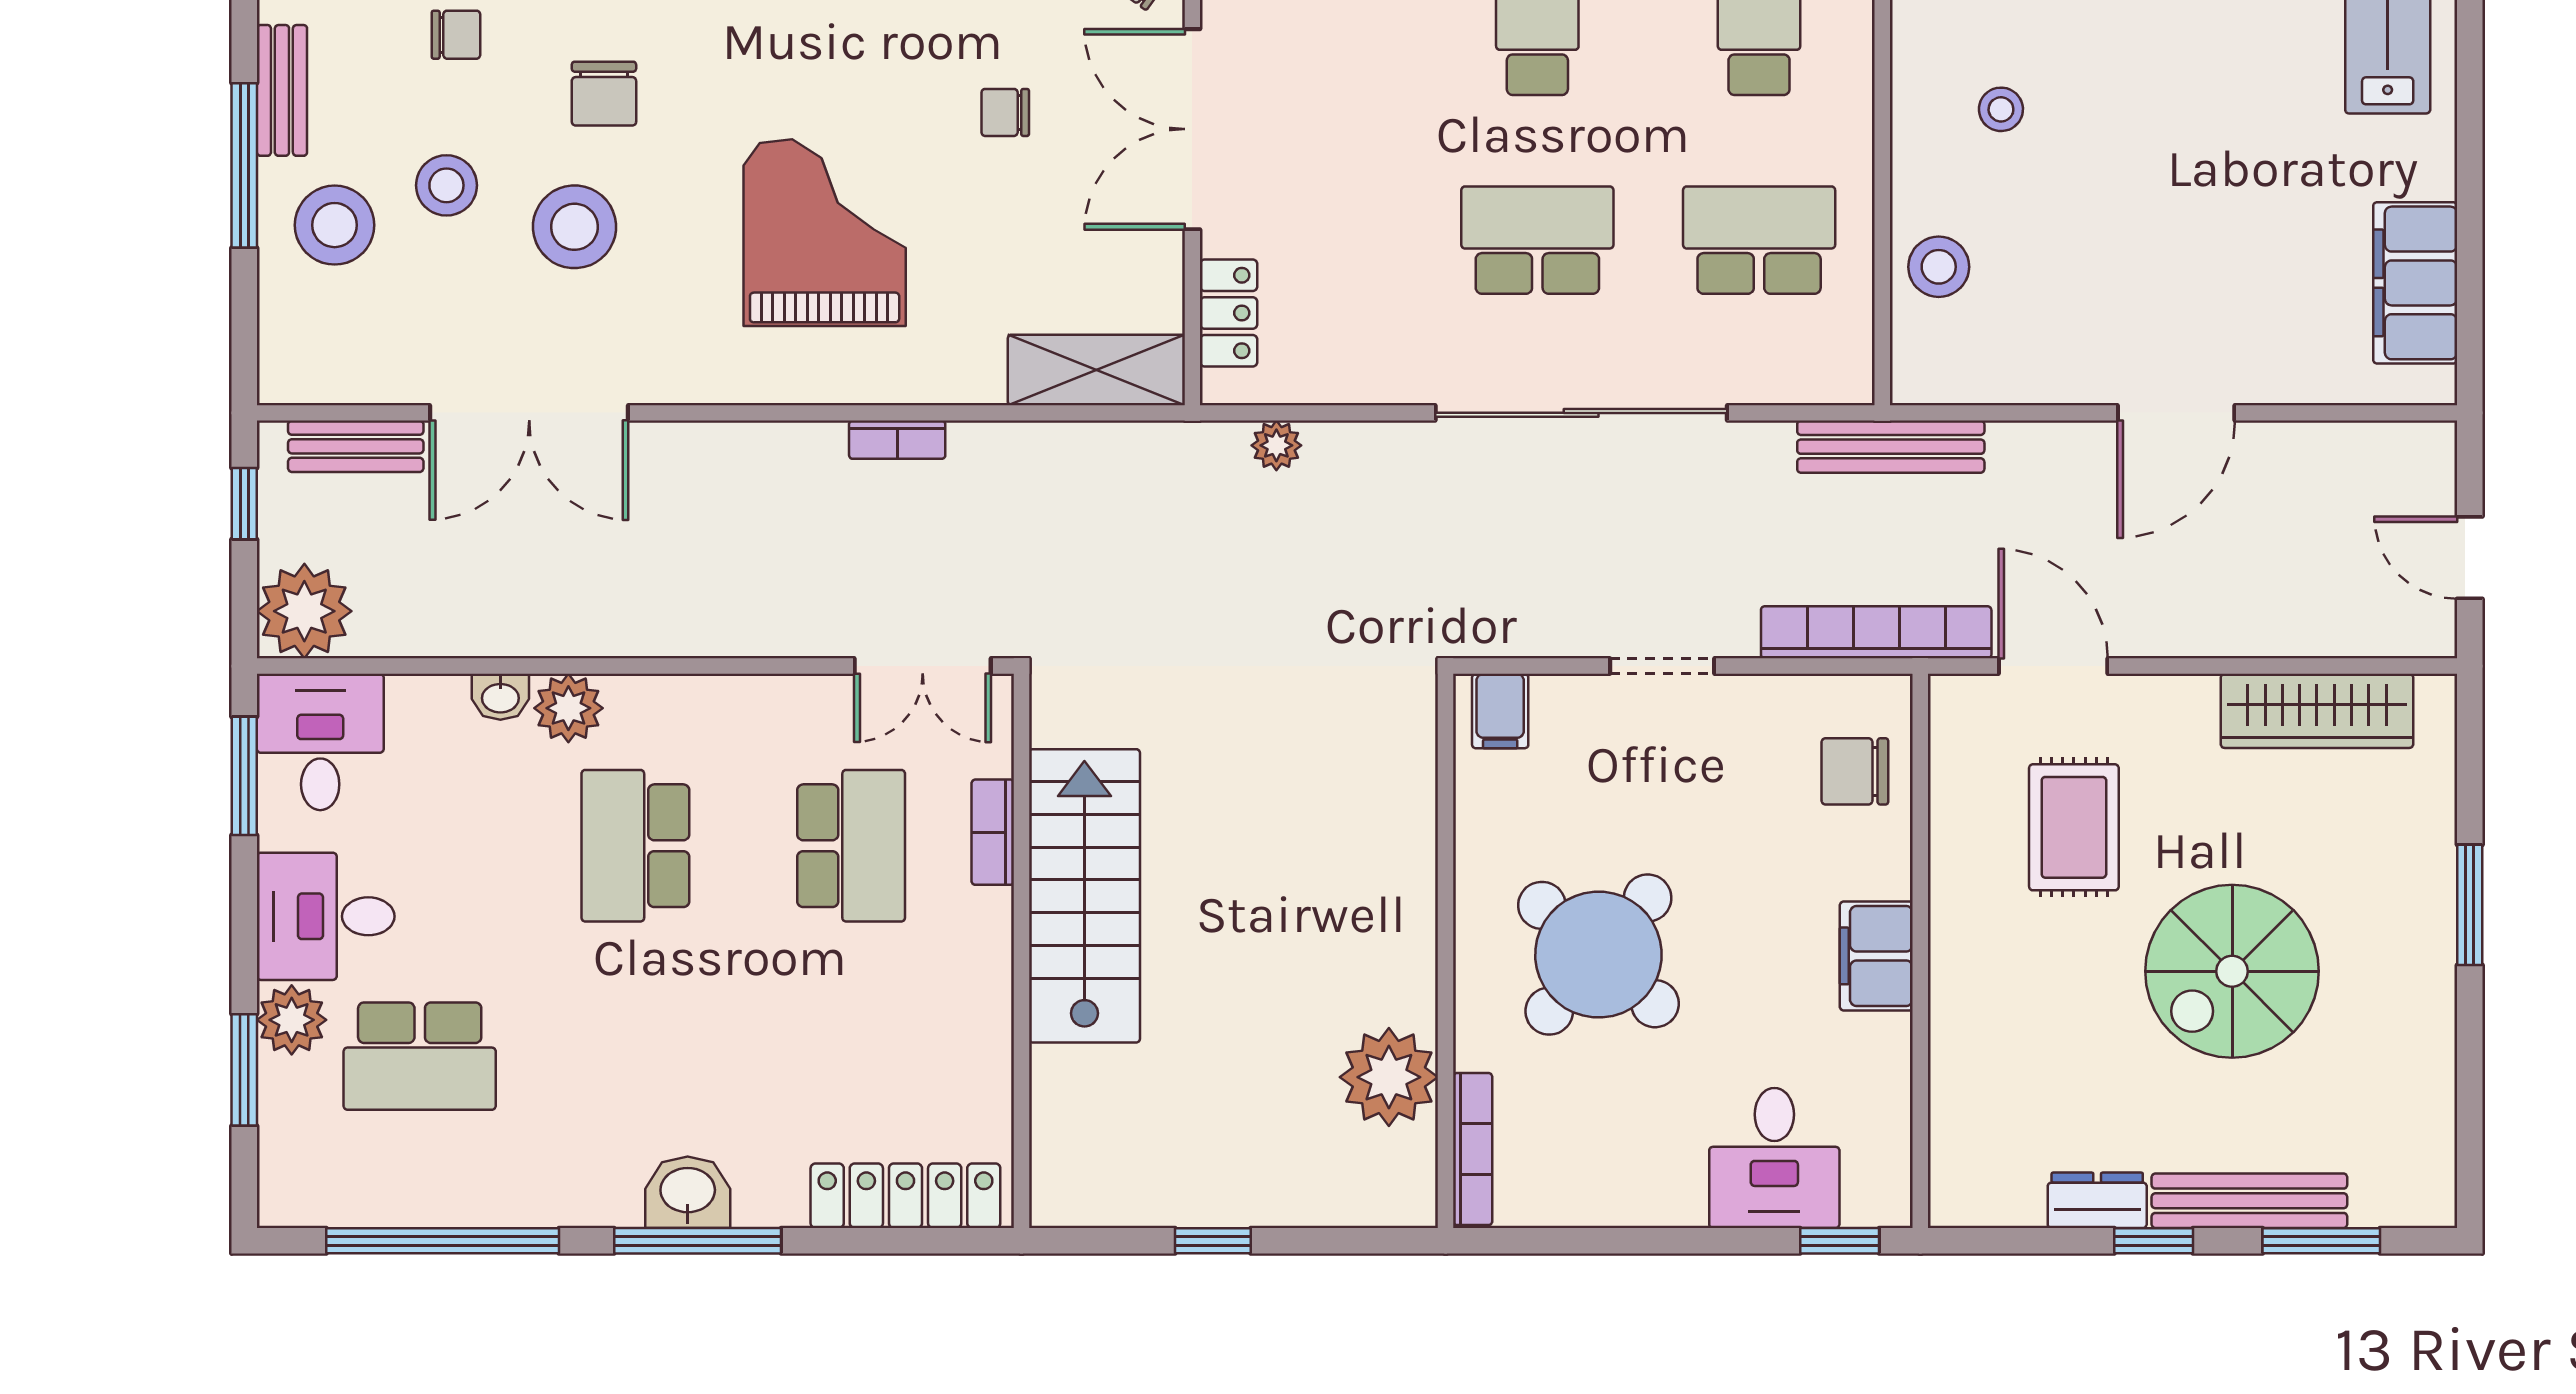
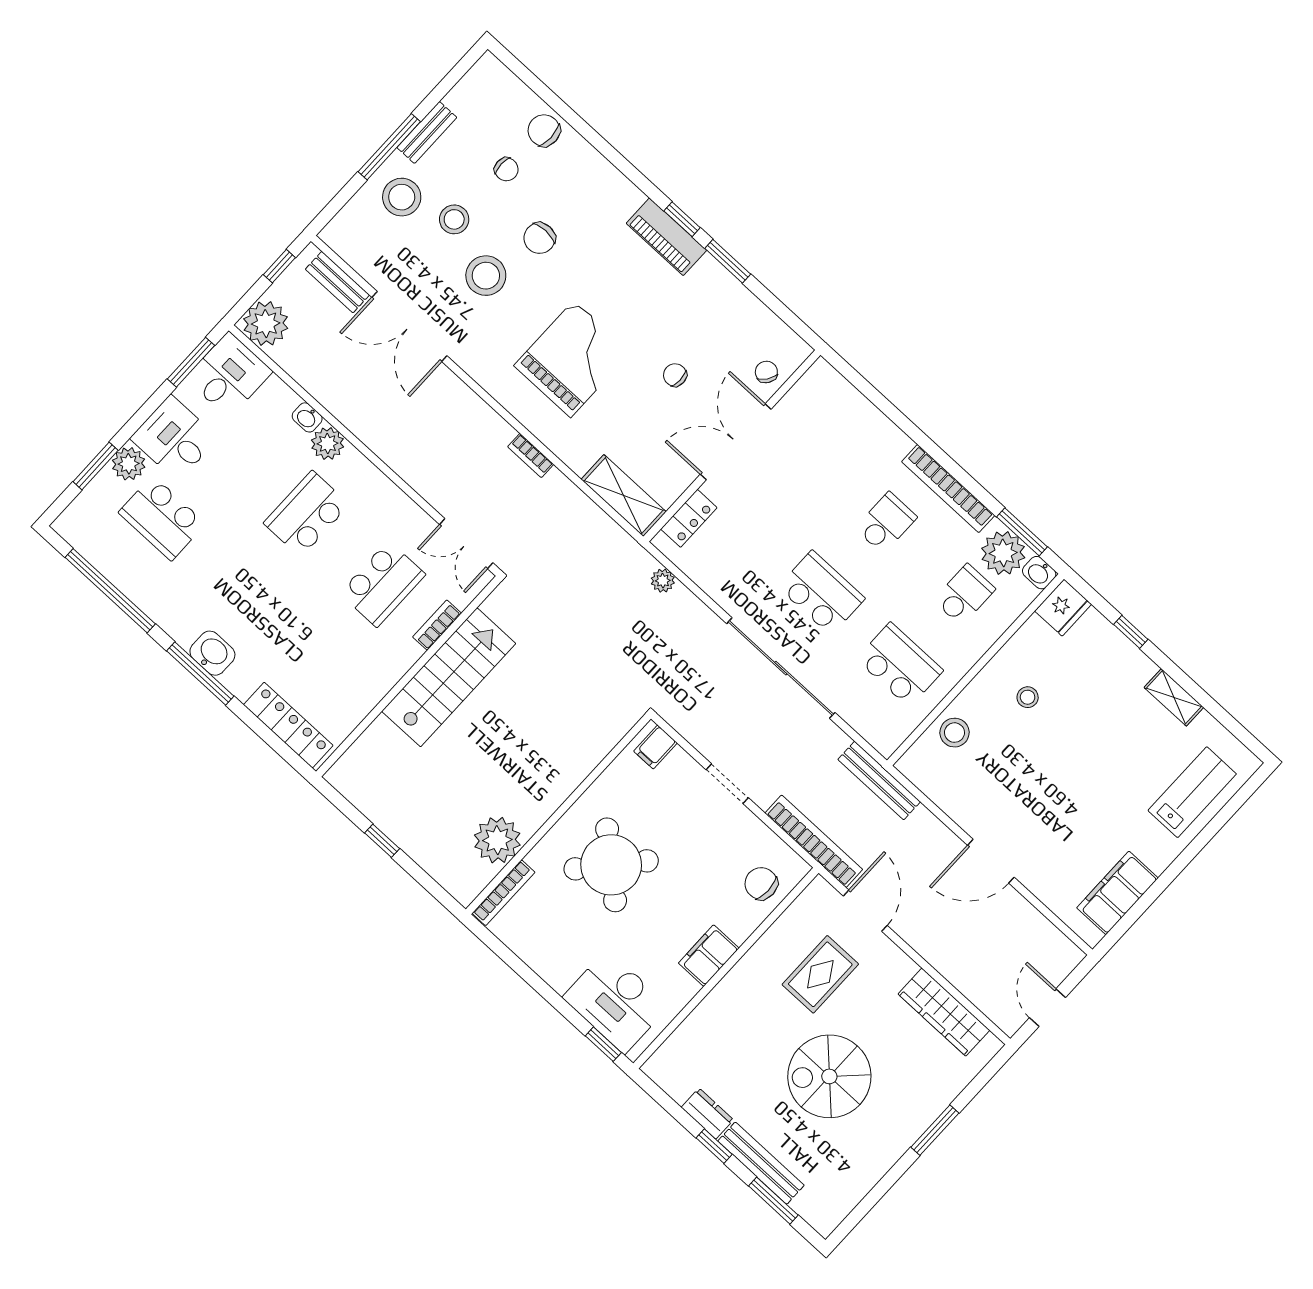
desk: (1774, 1158) -> (616, 1002), width x1.37

